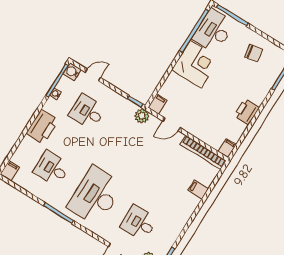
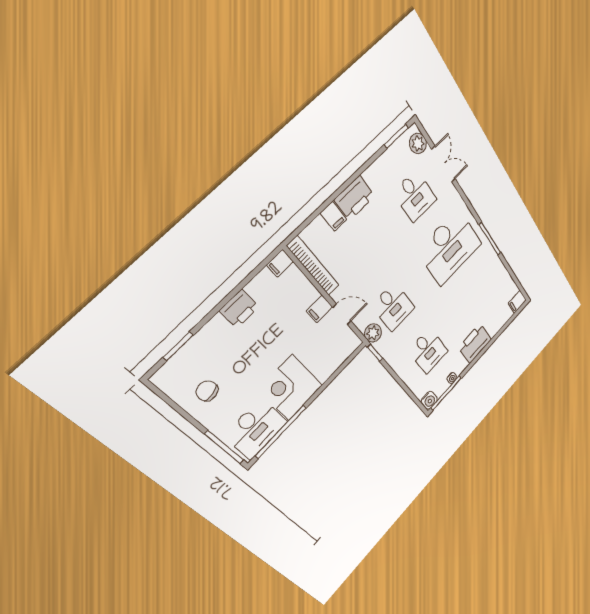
door: (93, 75) -> (410, 393), removed
filing cabinet: (158, 104) -> (320, 309), moved
desk: (52, 169) -> (393, 307), moved
printer: (186, 206) -> (355, 198), added

